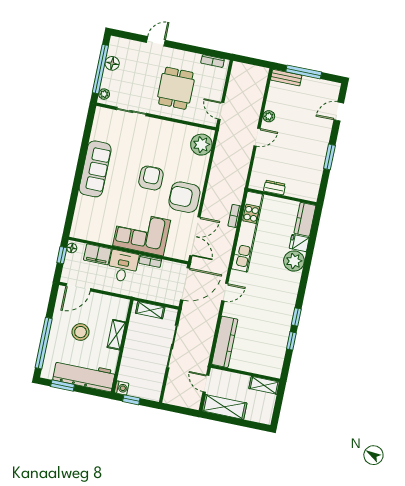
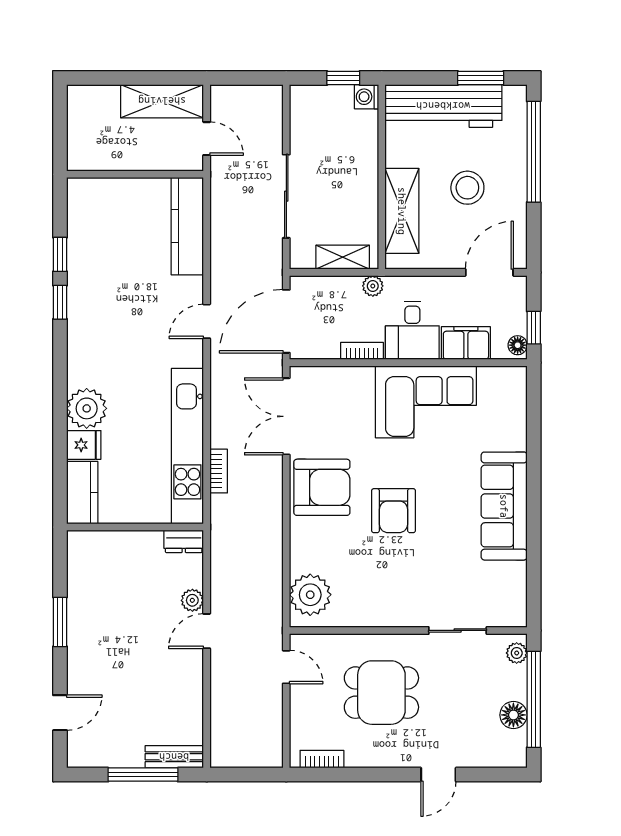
dining table: (176, 88) -> (381, 693), turned 90
plant: (269, 116) -> (192, 600), moved
dresser: (275, 188) -> (184, 541), moved
corner sofa: (142, 233) -> (426, 402), moved
plant: (138, 293) -> (373, 286), added
shelving: (116, 335) -> (402, 211), width x1.50, depth x1.33
shelving: (264, 385) -> (95, 159), removed

